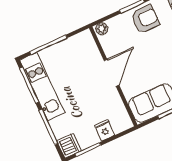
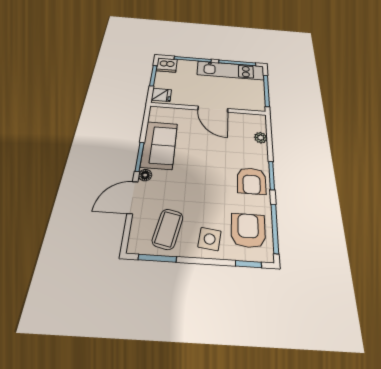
door: (112, 73) -> (213, 109), moved
wall: (113, 76) -> (208, 109), moved

